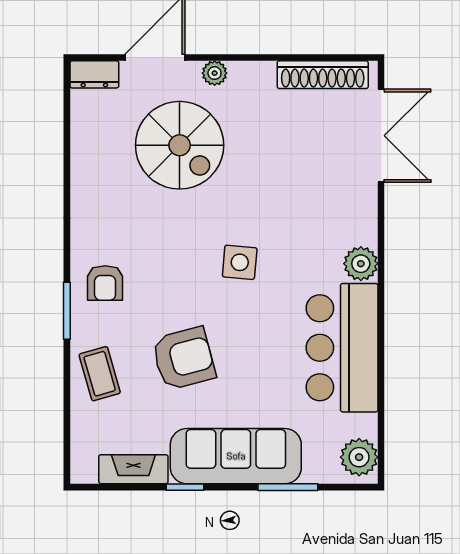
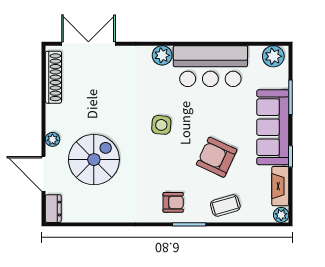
armchair: (184, 358) -> (217, 157), turned -50
plant: (83, 471) -> (281, 215), added

